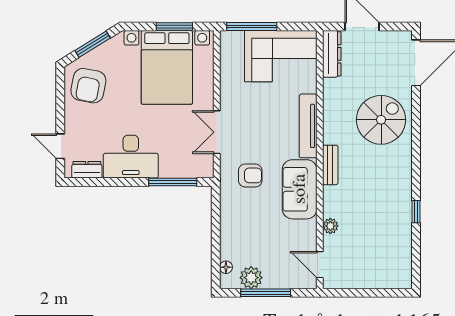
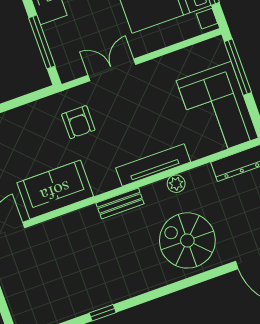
spiral stairs: (381, 120) -> (187, 240), turned 180
sofa: (300, 189) -> (55, 190), moved
plant: (330, 226) -> (176, 184), moved

